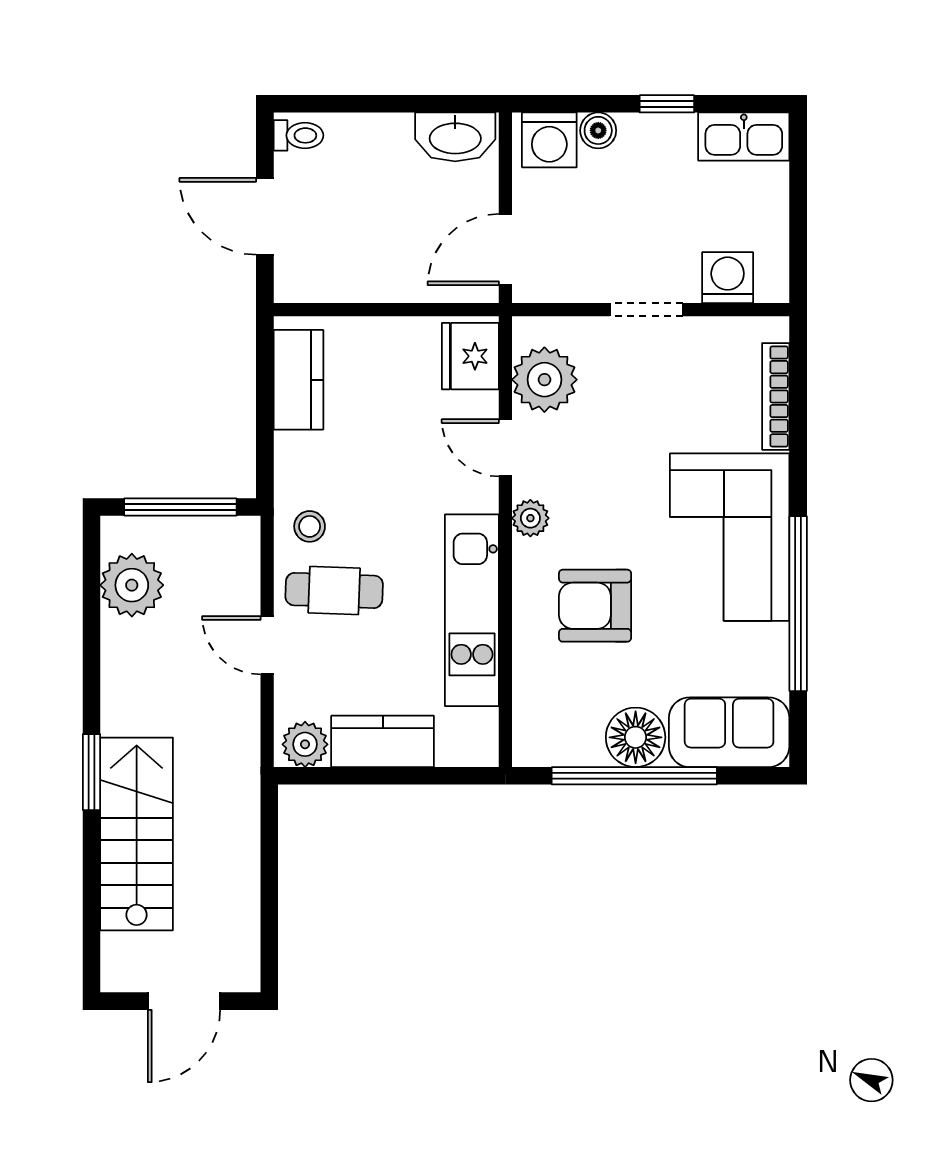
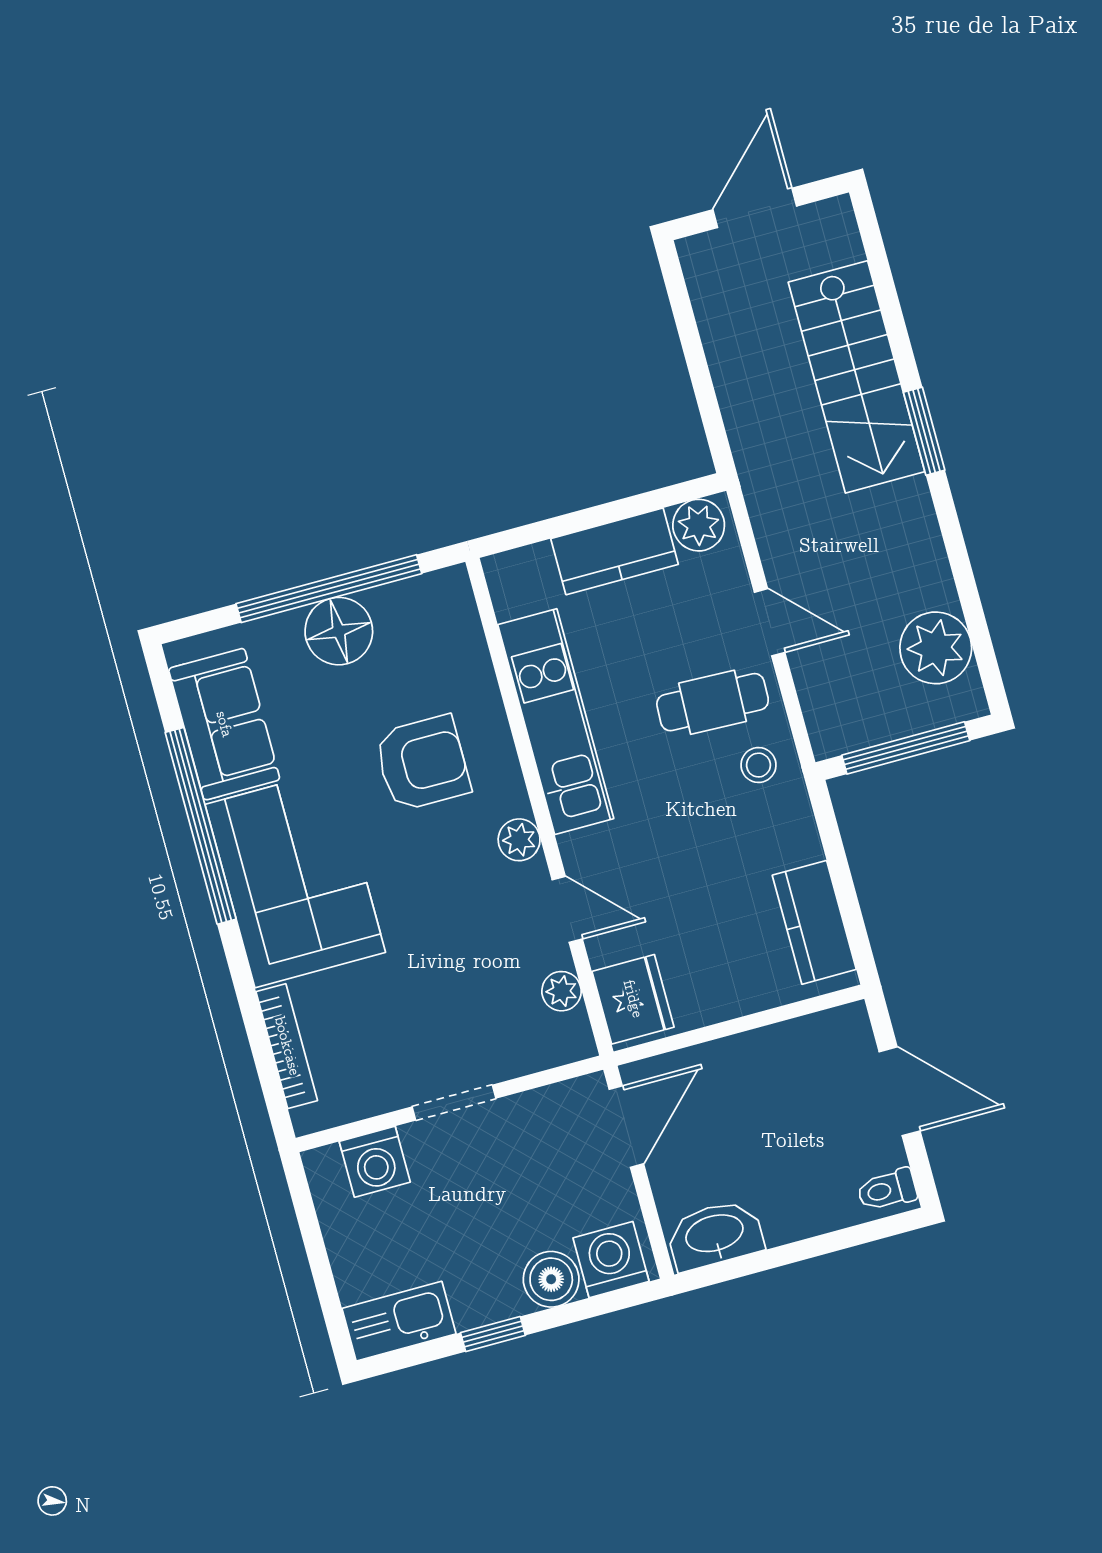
boiler: (598, 130) -> (551, 1279), width x1.36, depth x1.36
plant: (544, 380) -> (562, 991), width x0.53, depth x0.53
sofa: (729, 732) -> (224, 724), moved, turned -90

